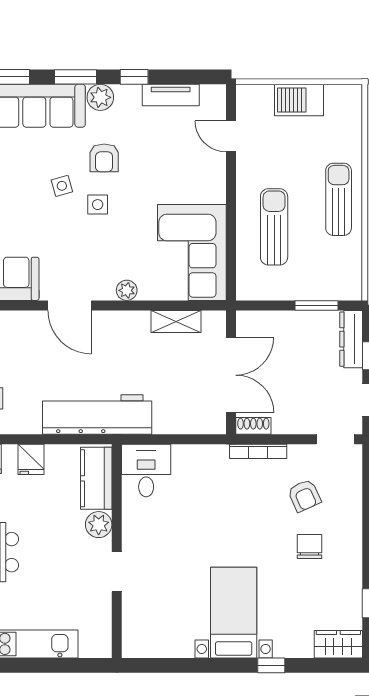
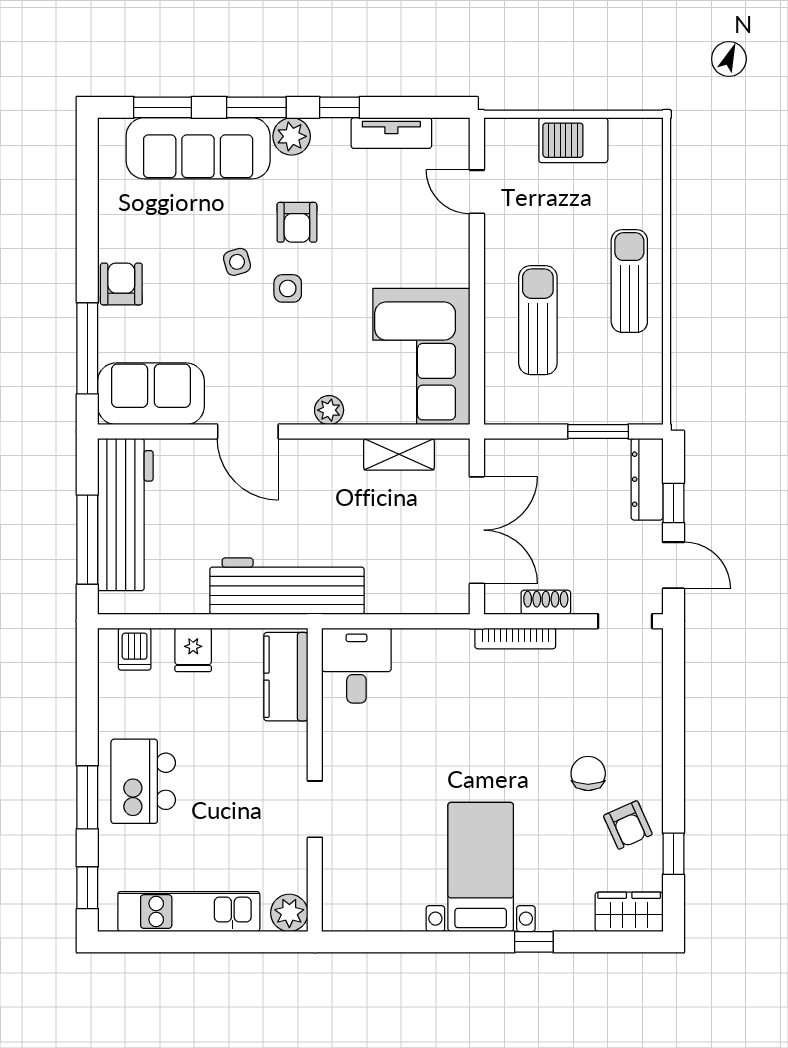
shoe rack: (253, 426) -> (546, 602), moved
armchair: (304, 496) -> (628, 825), moved
plant: (99, 525) -> (289, 913), moved

